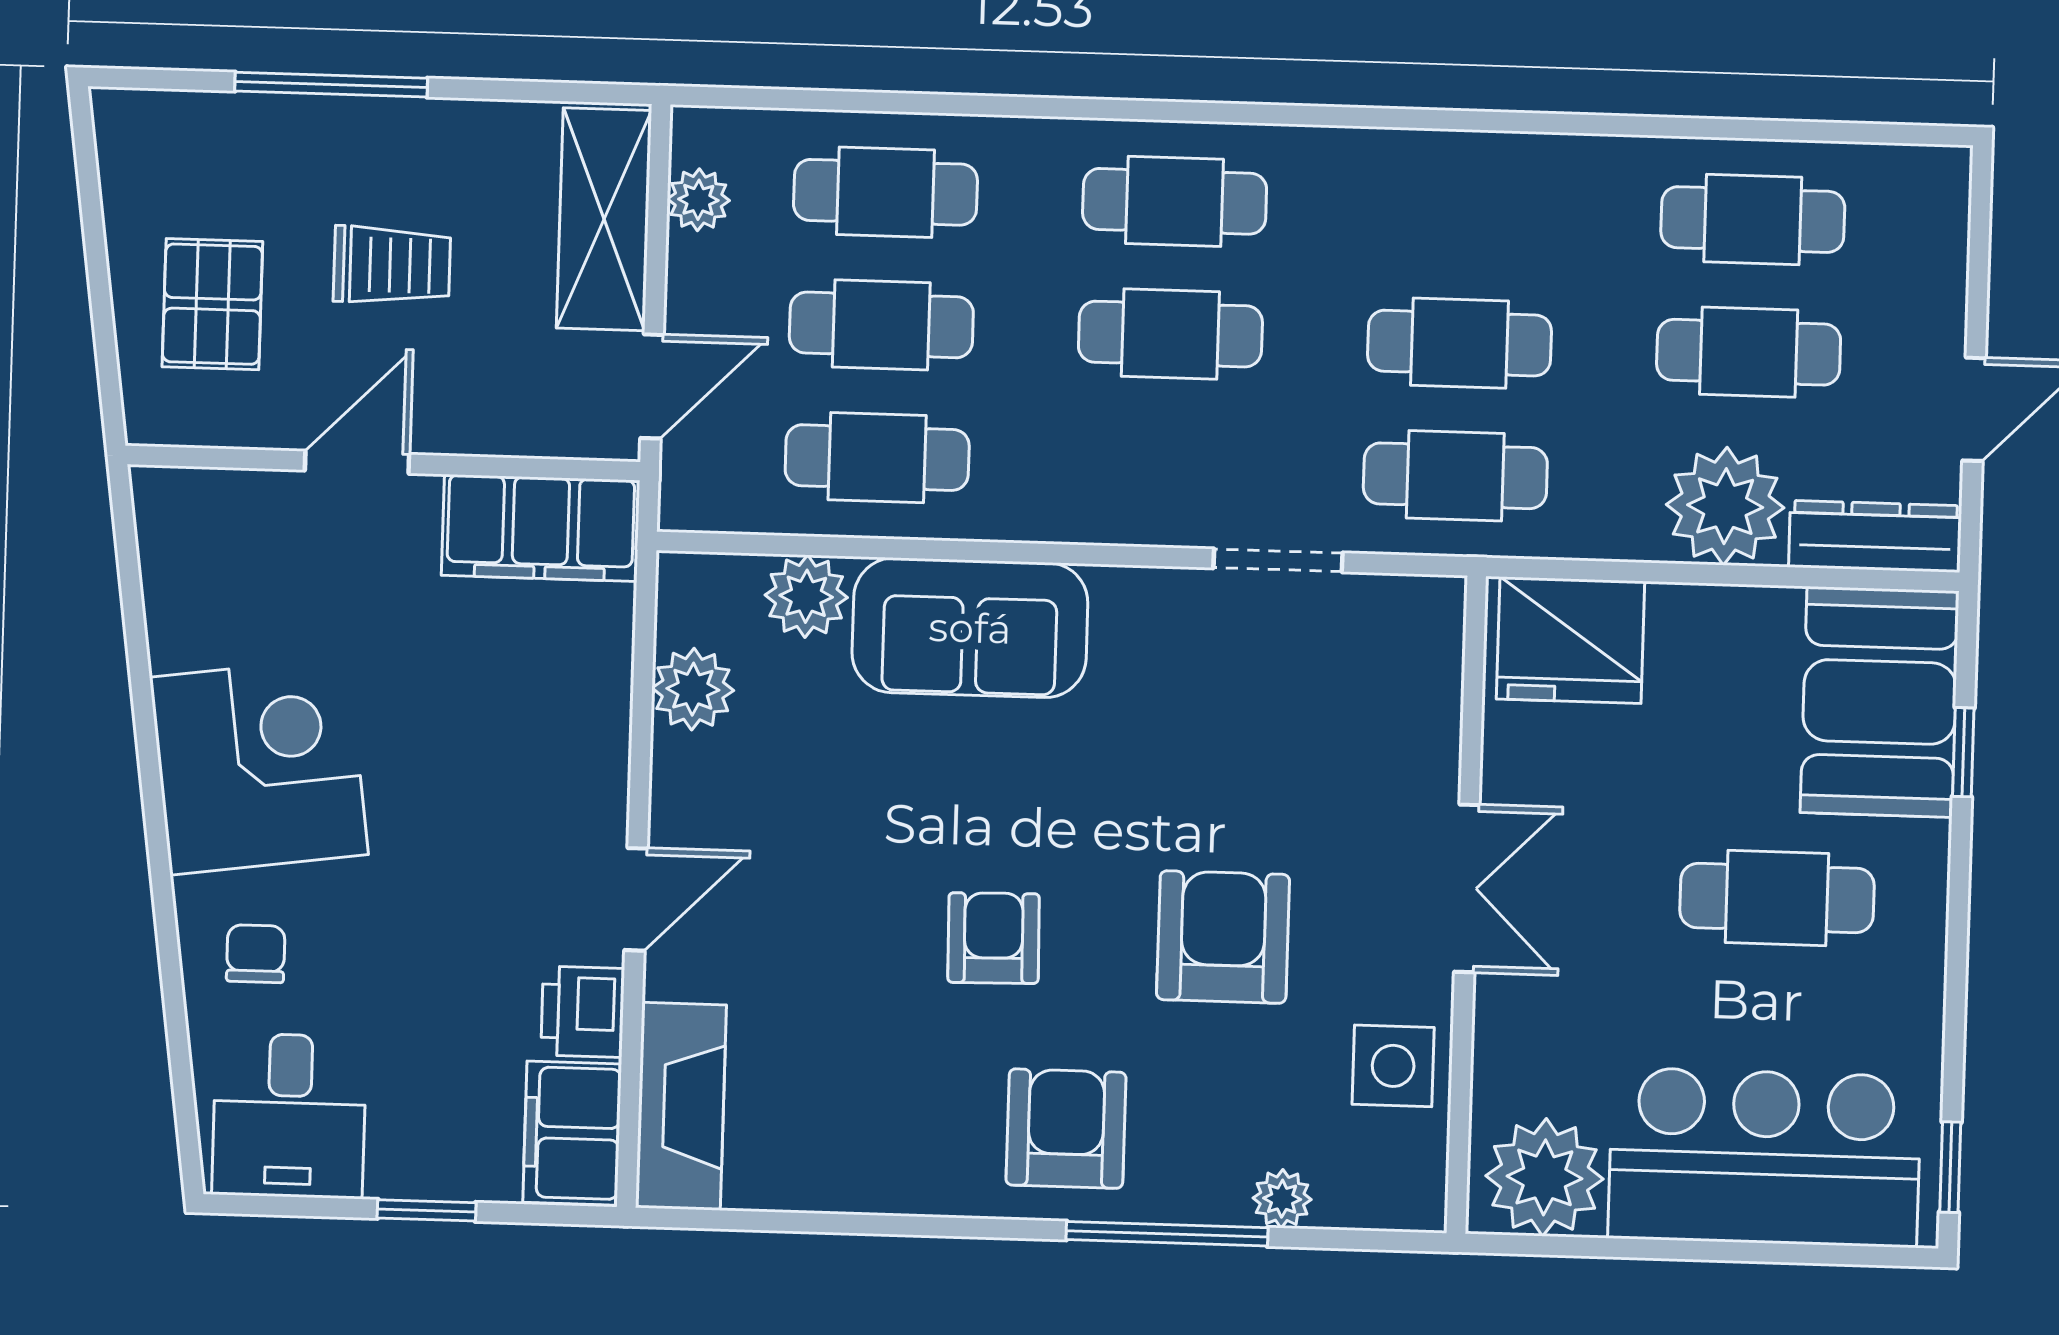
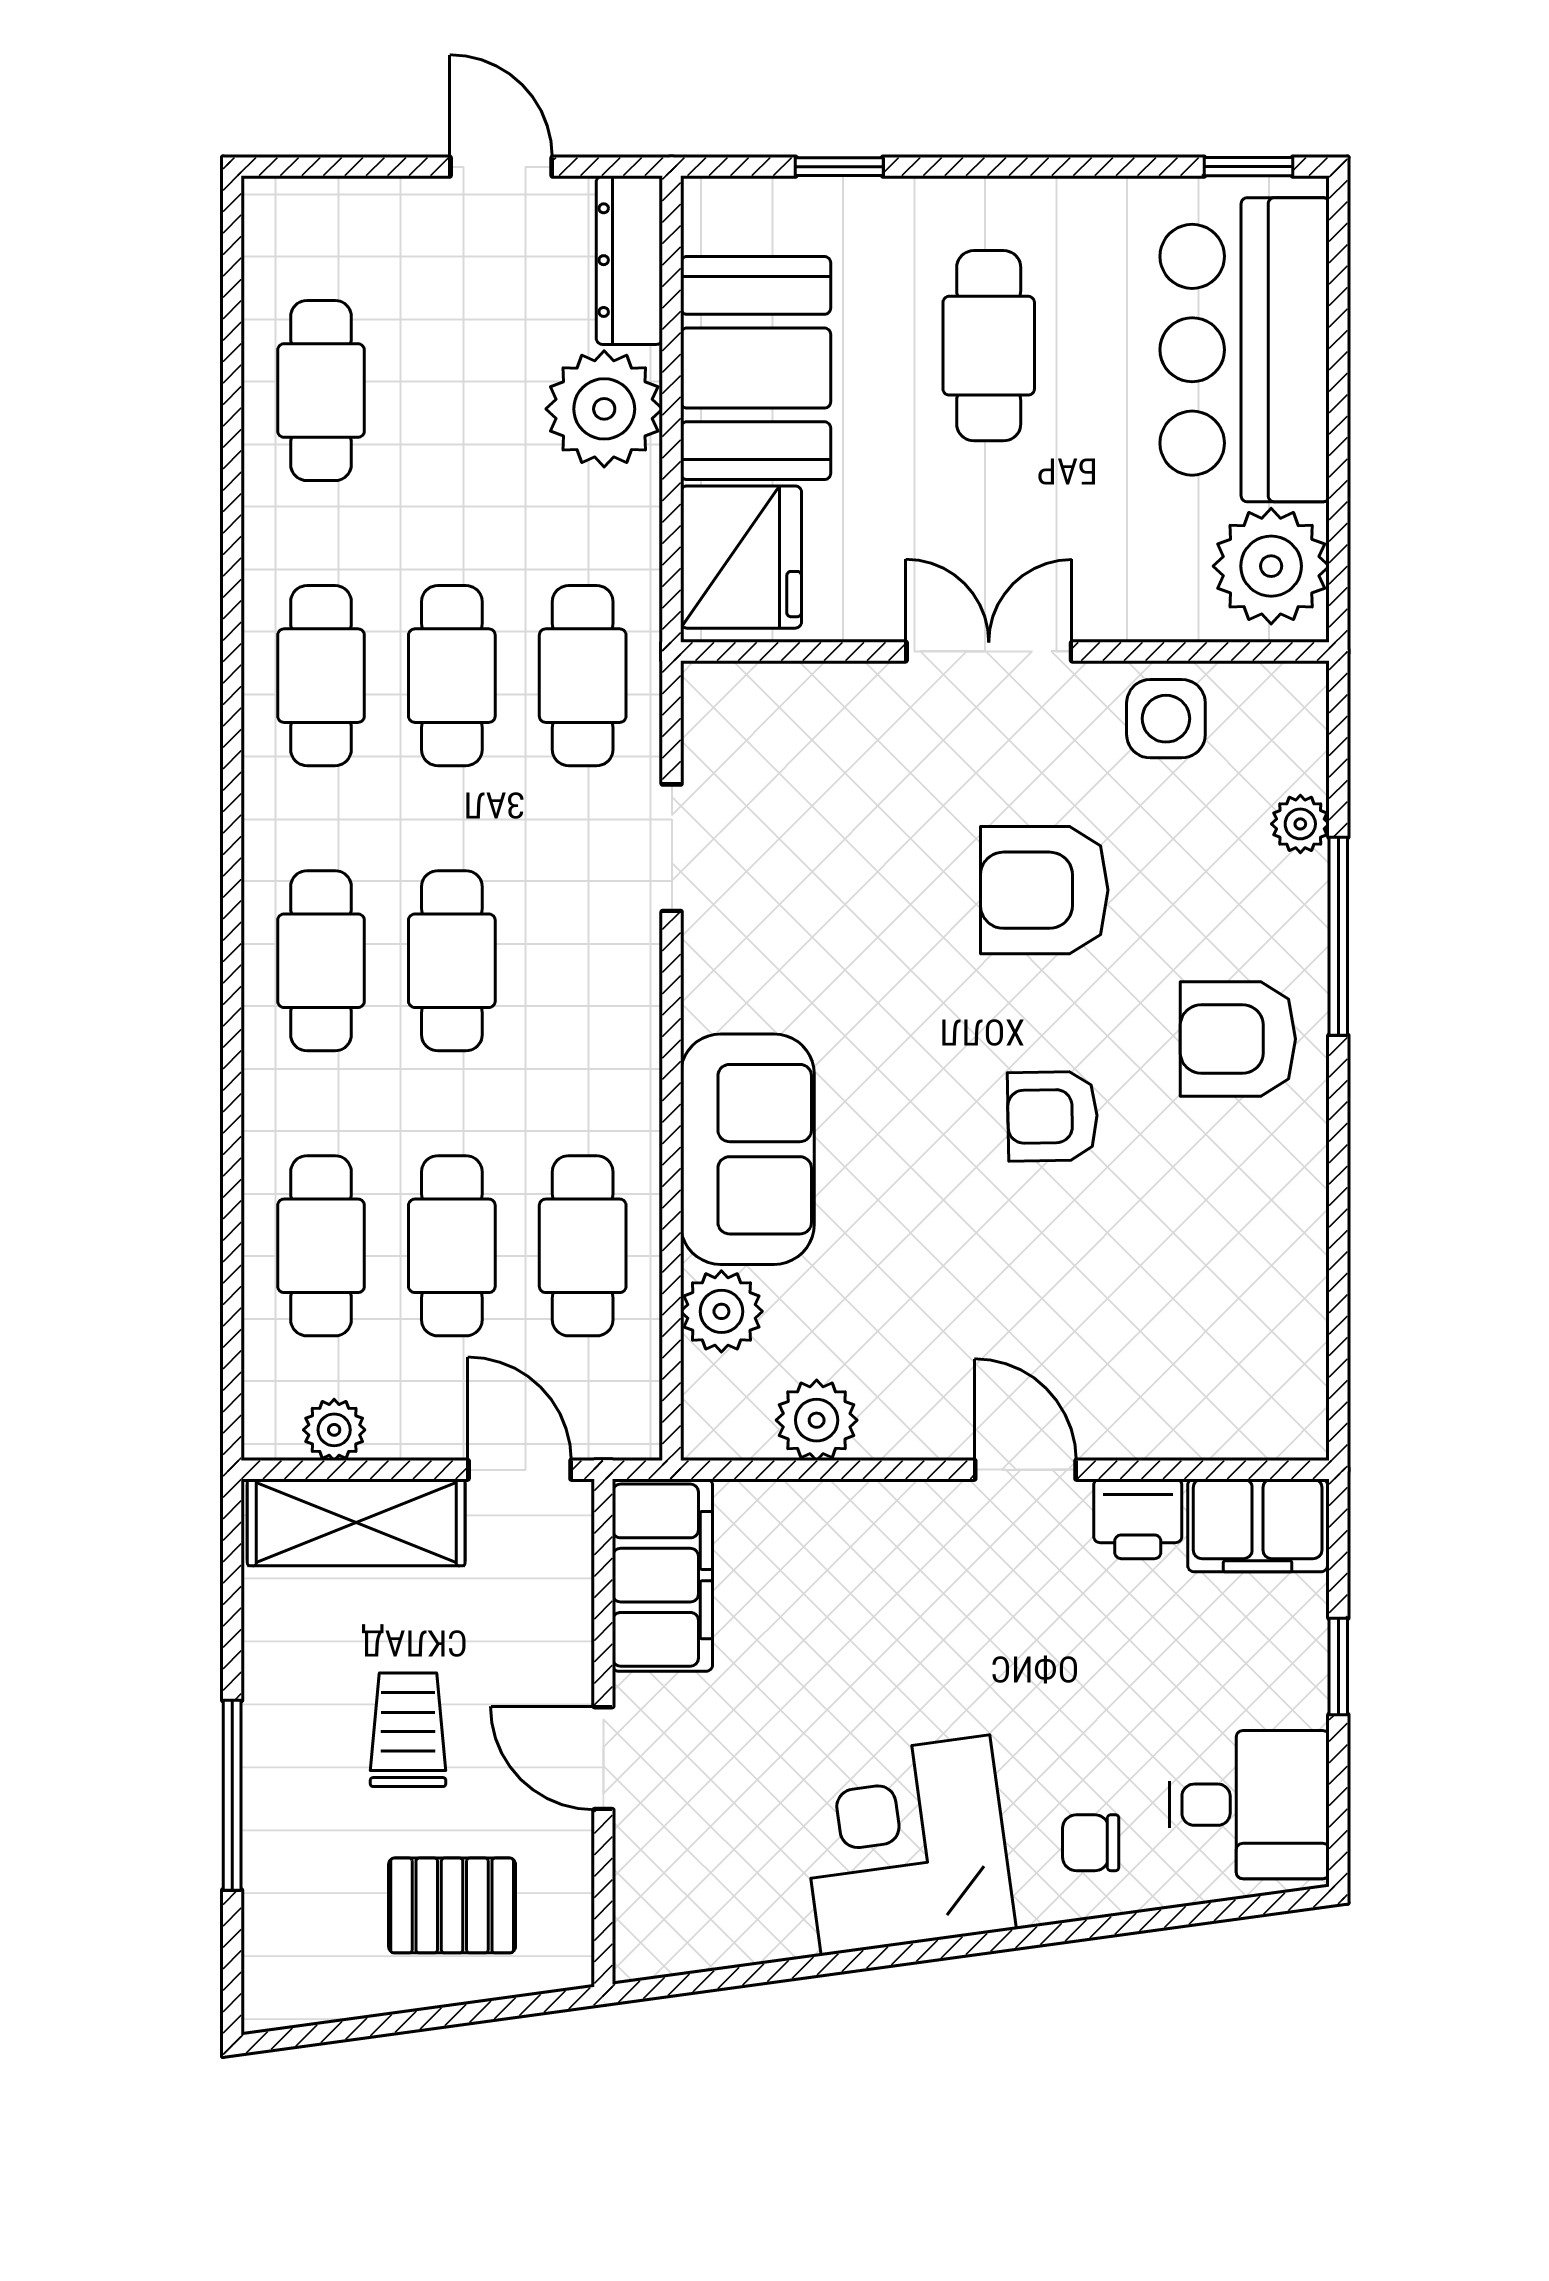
cafe table: (1749, 352) -> (321, 676), moved
booth: (1880, 702) -> (756, 368), moved, turned 90
fireplace: (681, 1106) -> (1228, 1419), removed

